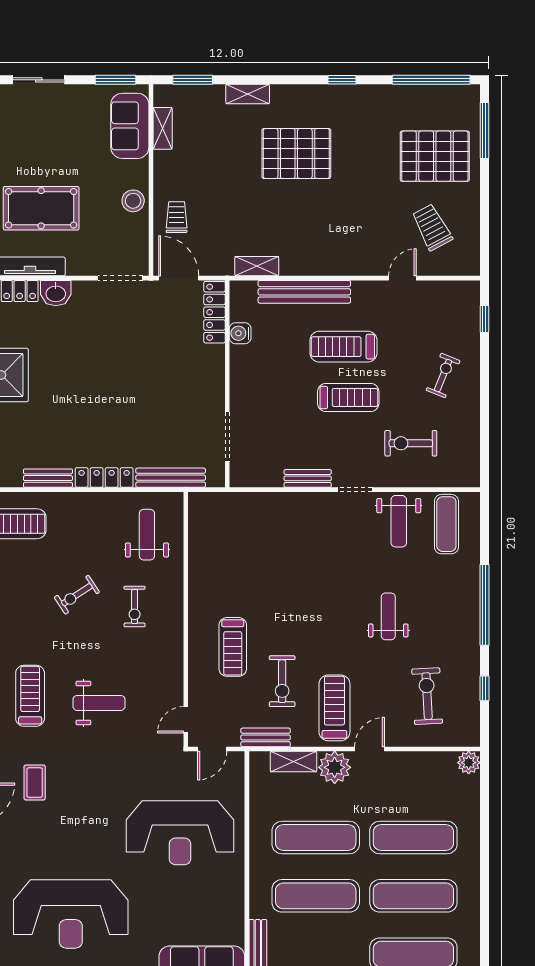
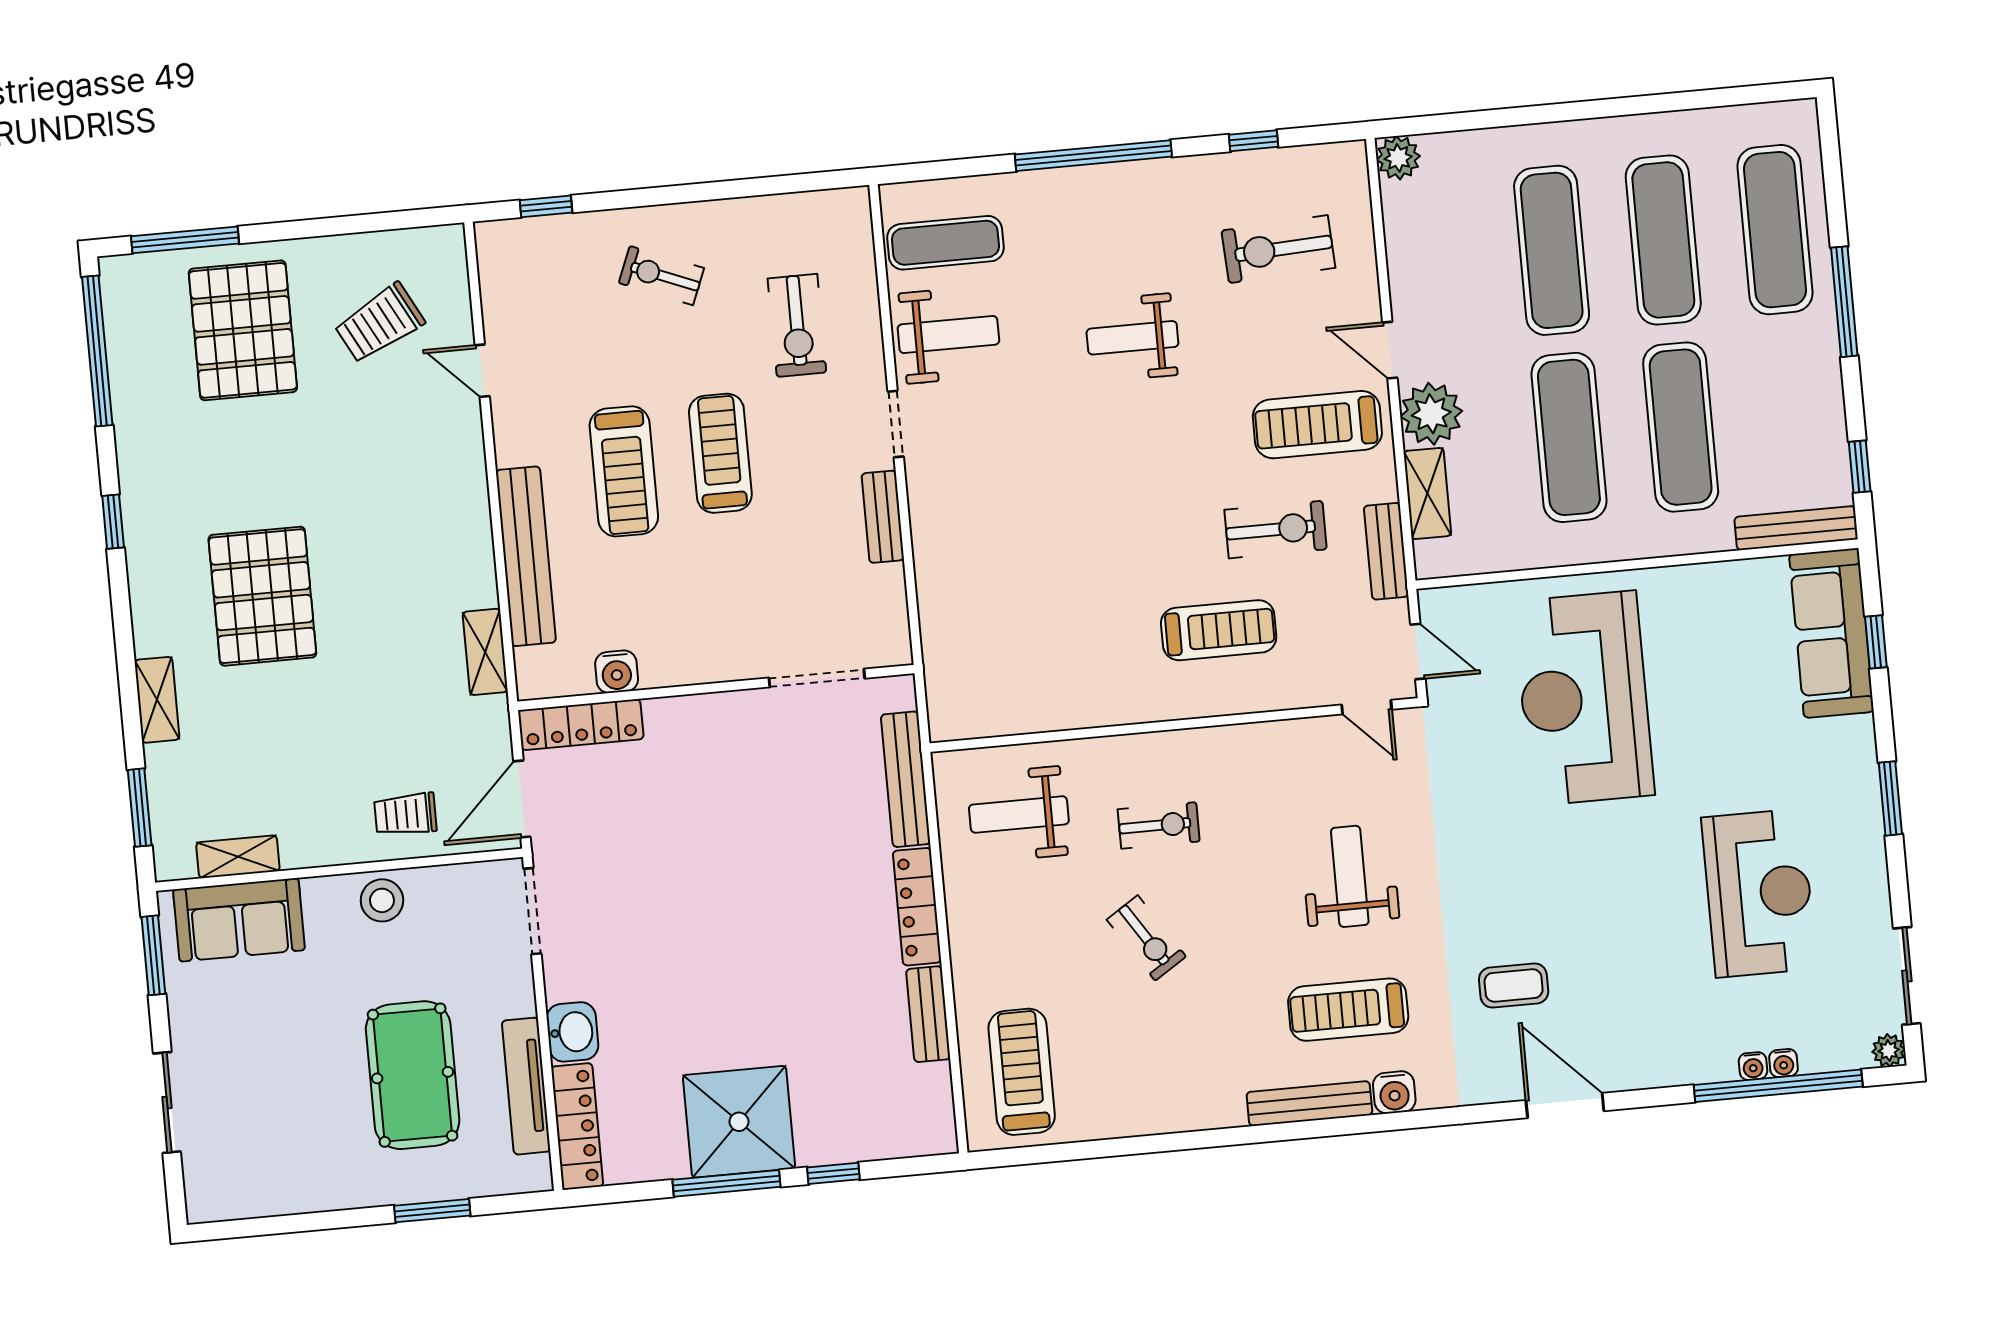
reception desk: (180, 833) -> (1584, 698), turned 180
reception desk: (71, 914) -> (1759, 893), width x0.74, depth x0.77

